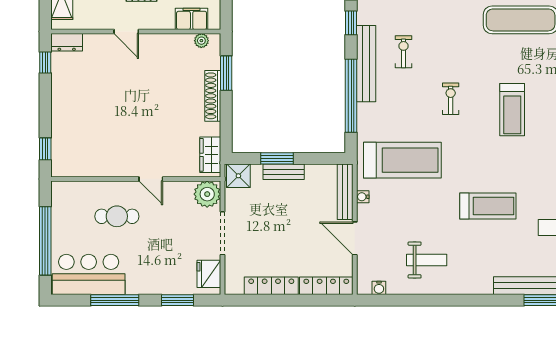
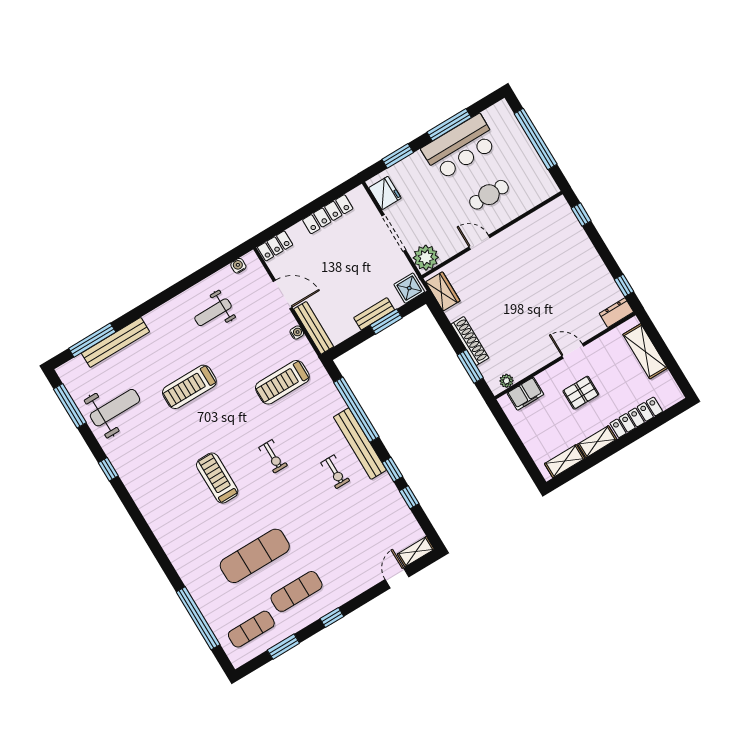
treadmill: (402, 160) -> (282, 382), width x0.73, depth x0.73
bar counter: (89, 274) -> (460, 147), moved
locker: (326, 286) -> (275, 246), width x0.66

